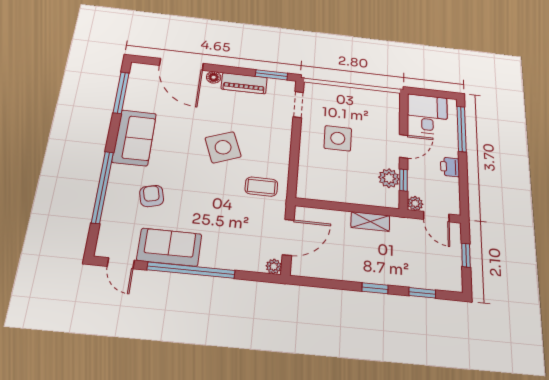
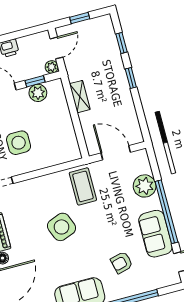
coffee table: (261, 187) -> (83, 186), width x1.36, depth x1.30
plant: (274, 266) -> (145, 186), moved, width x1.88, depth x1.88

